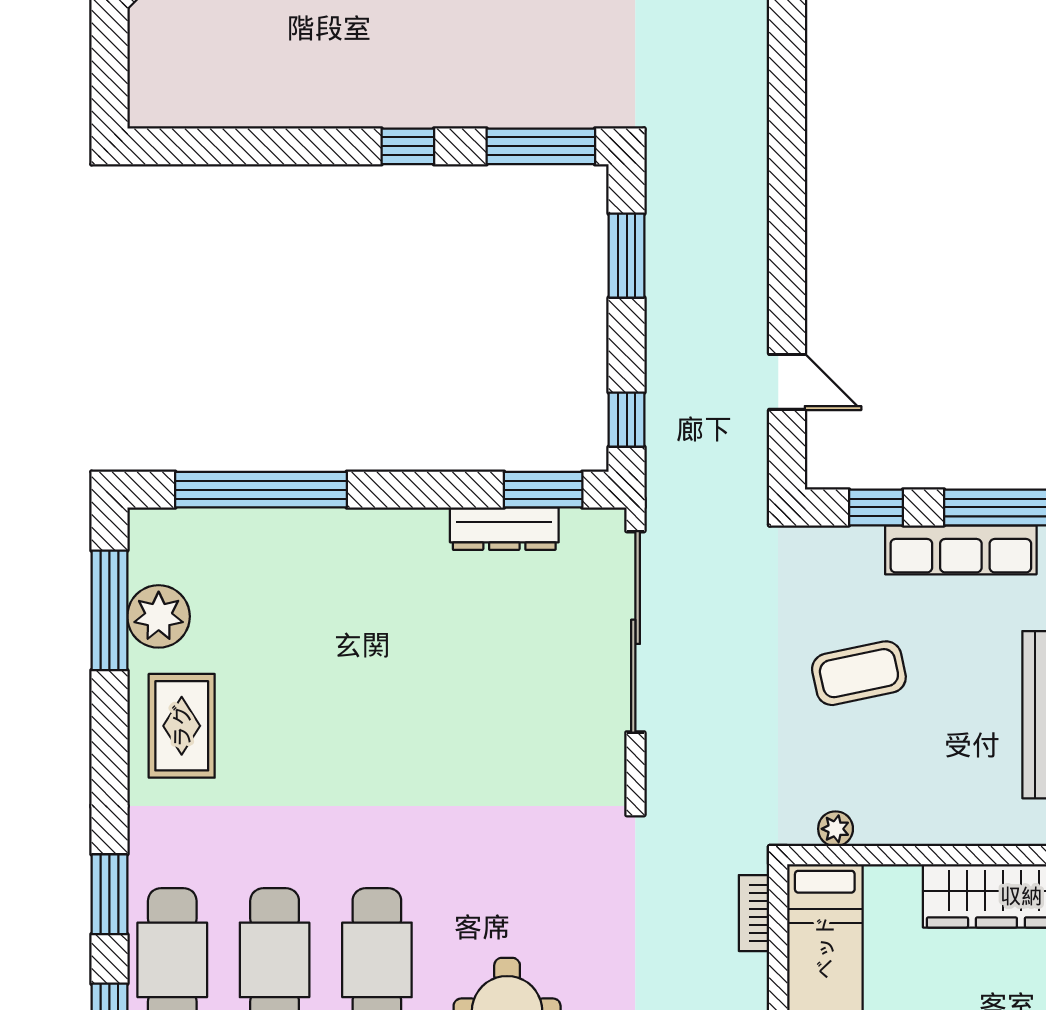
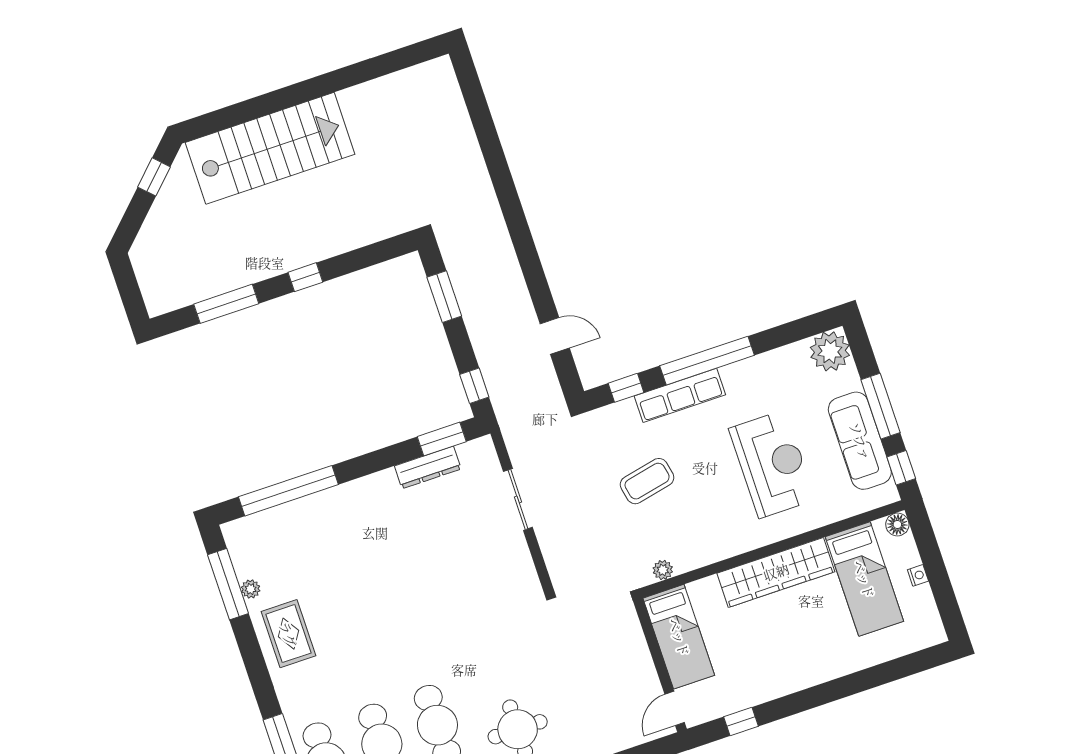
window: (541, 146) -> (226, 304), moved
plant: (159, 616) -> (251, 589), width x0.53, depth x0.53
sliding door: (635, 632) -> (518, 499), width x0.54
bookcase: (754, 913) -> (634, 631), removed

